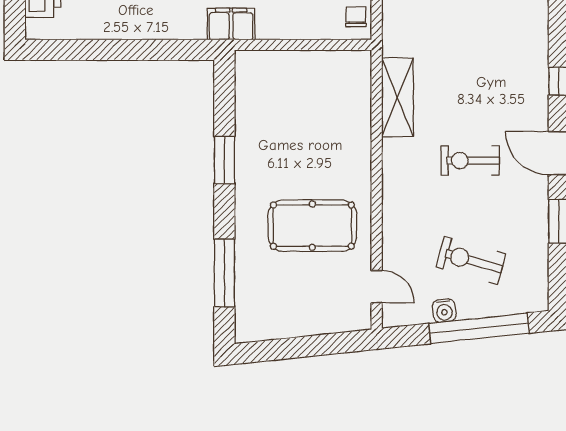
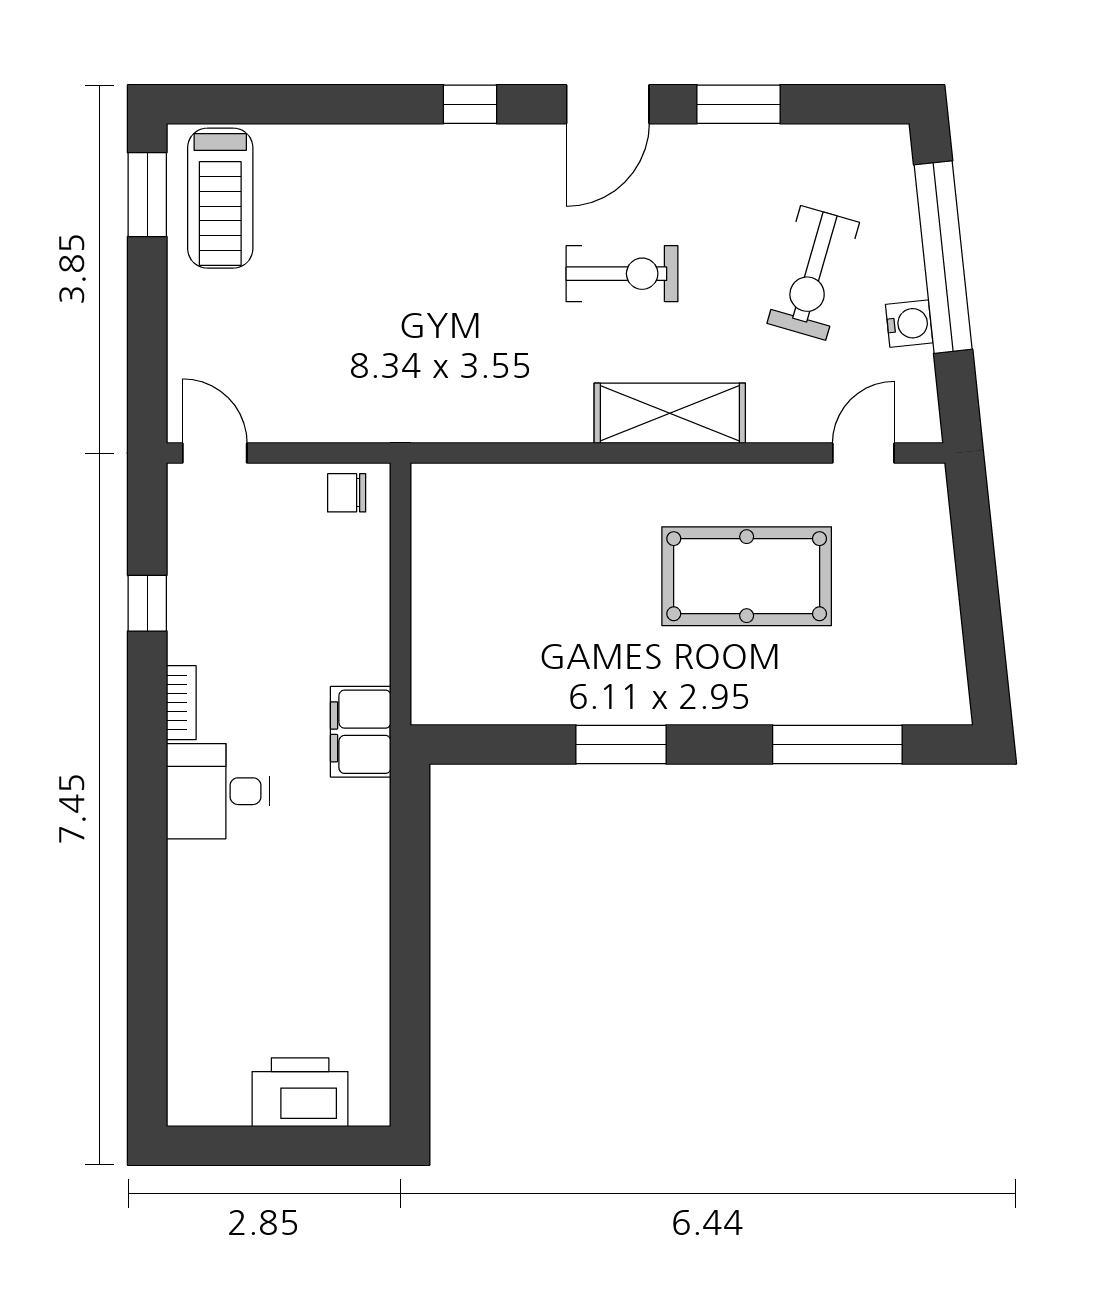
shelving: (397, 97) -> (670, 413), moved
exercise bike: (470, 161) -> (622, 274), turned -90
pool table: (312, 226) -> (747, 576), turned 90

